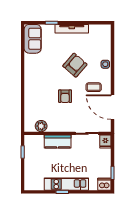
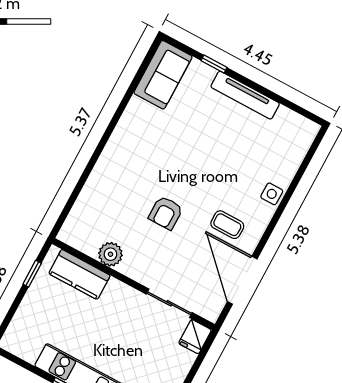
armchair: (75, 65) -> (215, 165), removed
plant: (41, 126) -> (110, 254), moved
kitchen counter: (58, 142) -> (79, 274), moved

